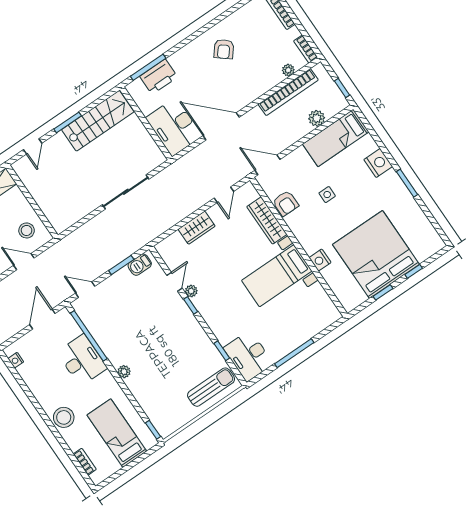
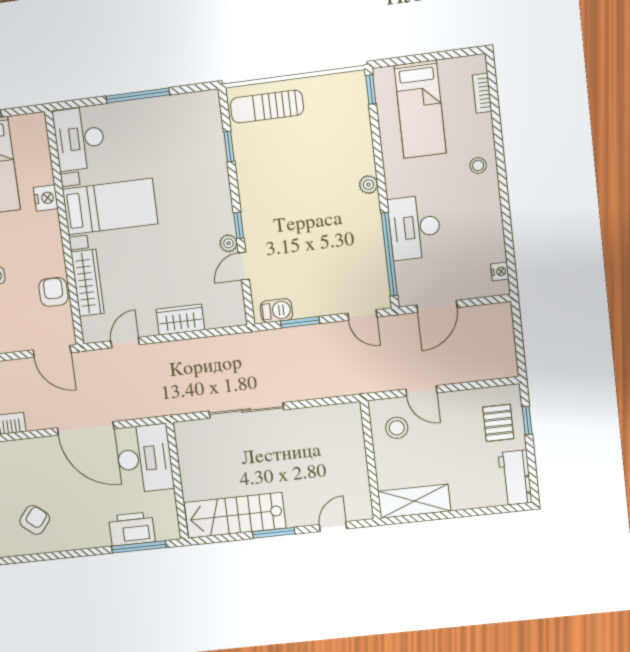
desk: (248, 356) -> (79, 139), moved, turned 180
stool: (64, 417) -> (478, 166), width x0.53, depth x0.53

